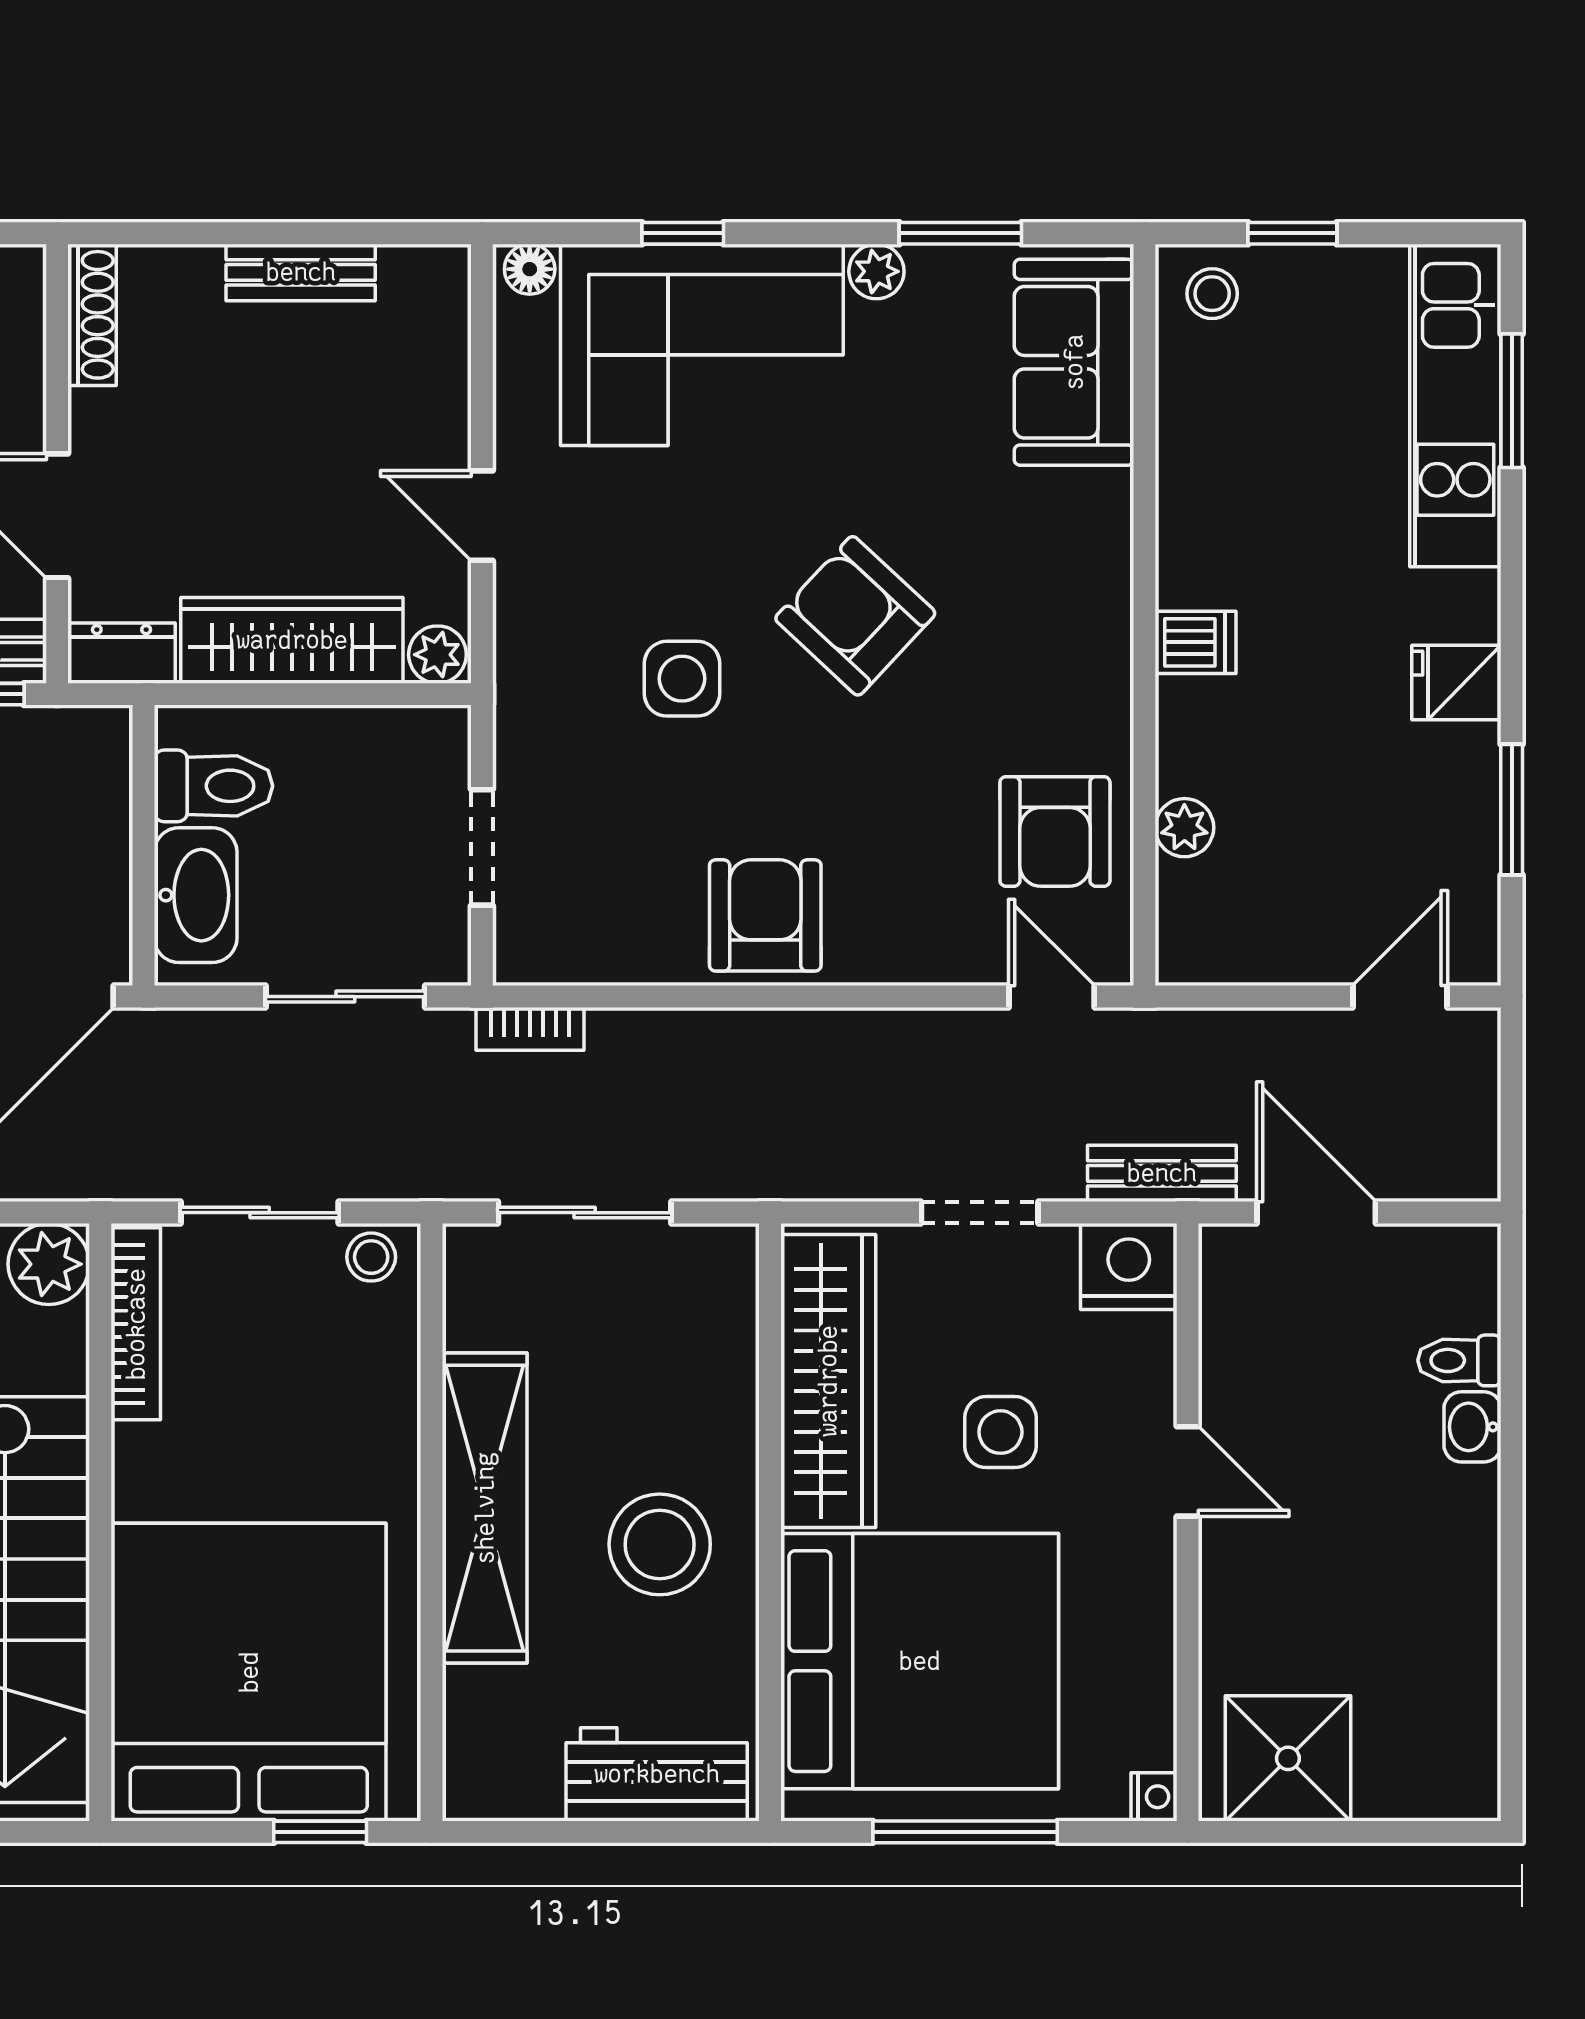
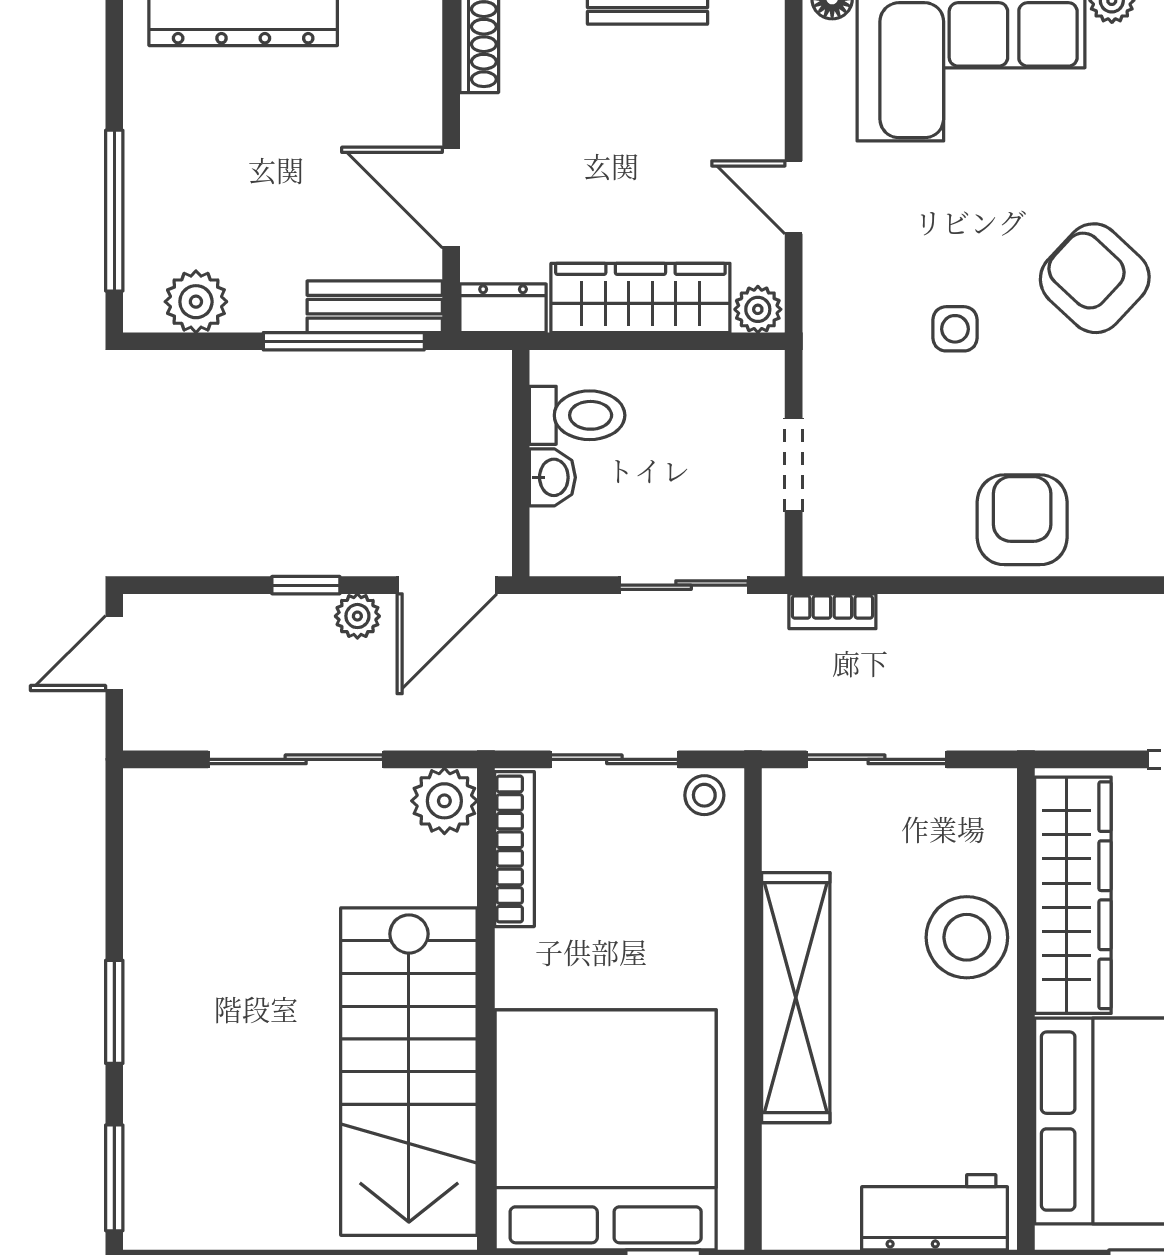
side table: (682, 679) -> (955, 329), width x0.73, depth x0.73
washbasin: (196, 895) -> (552, 477), width x0.52, depth x0.69
stool: (660, 1544) -> (967, 937), moved

